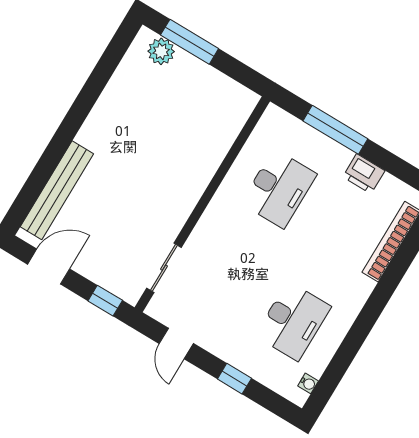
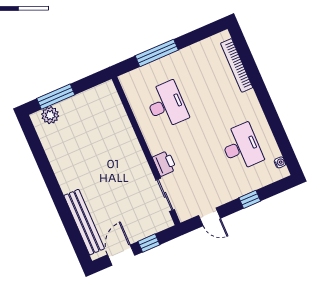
printer: (364, 174) -> (164, 163), moved, turned -90
window: (105, 301) -> (149, 243), moved

